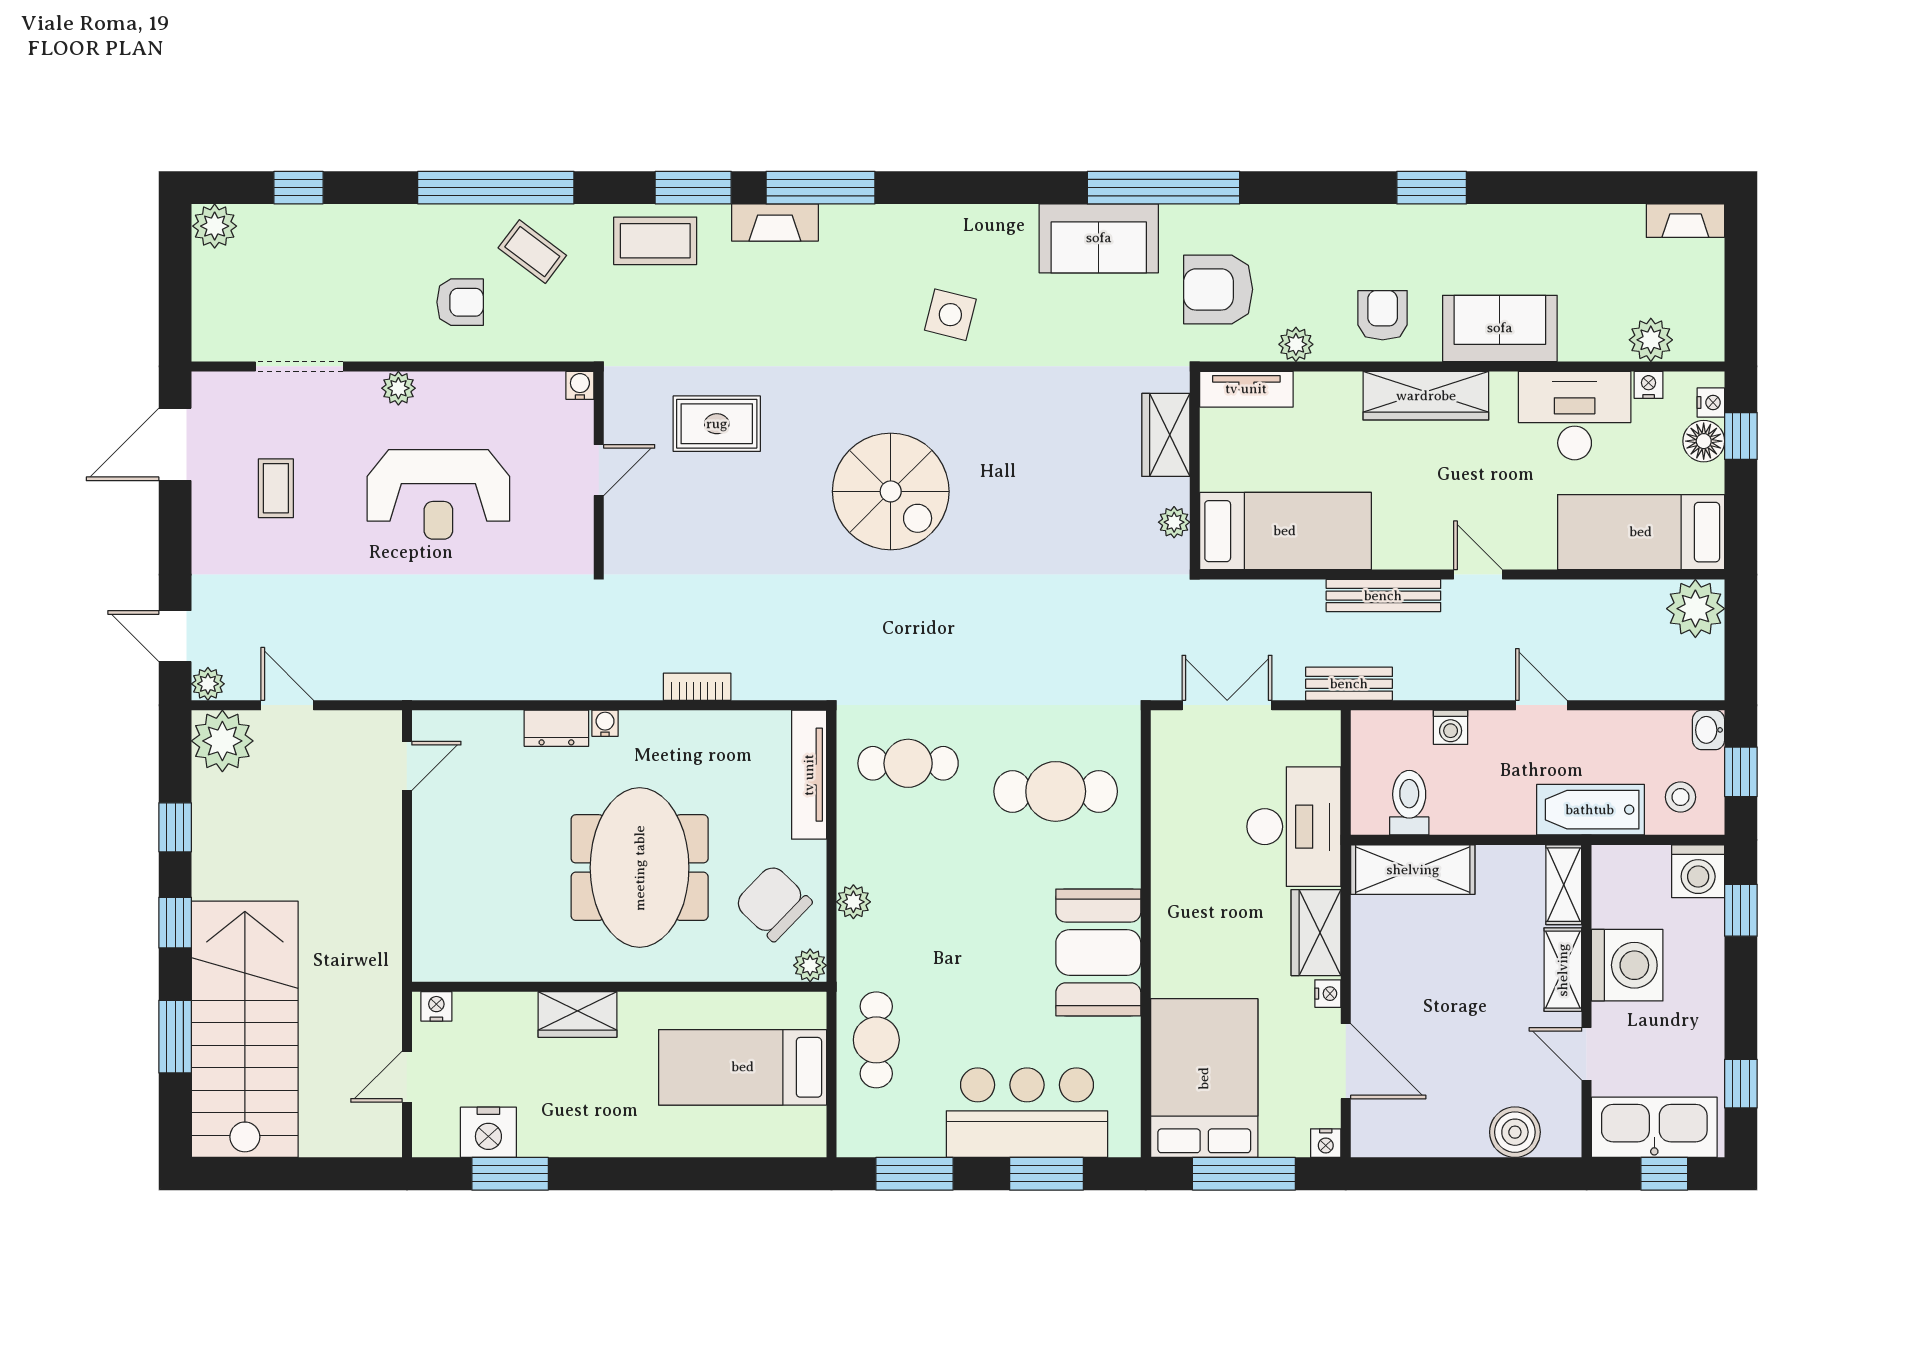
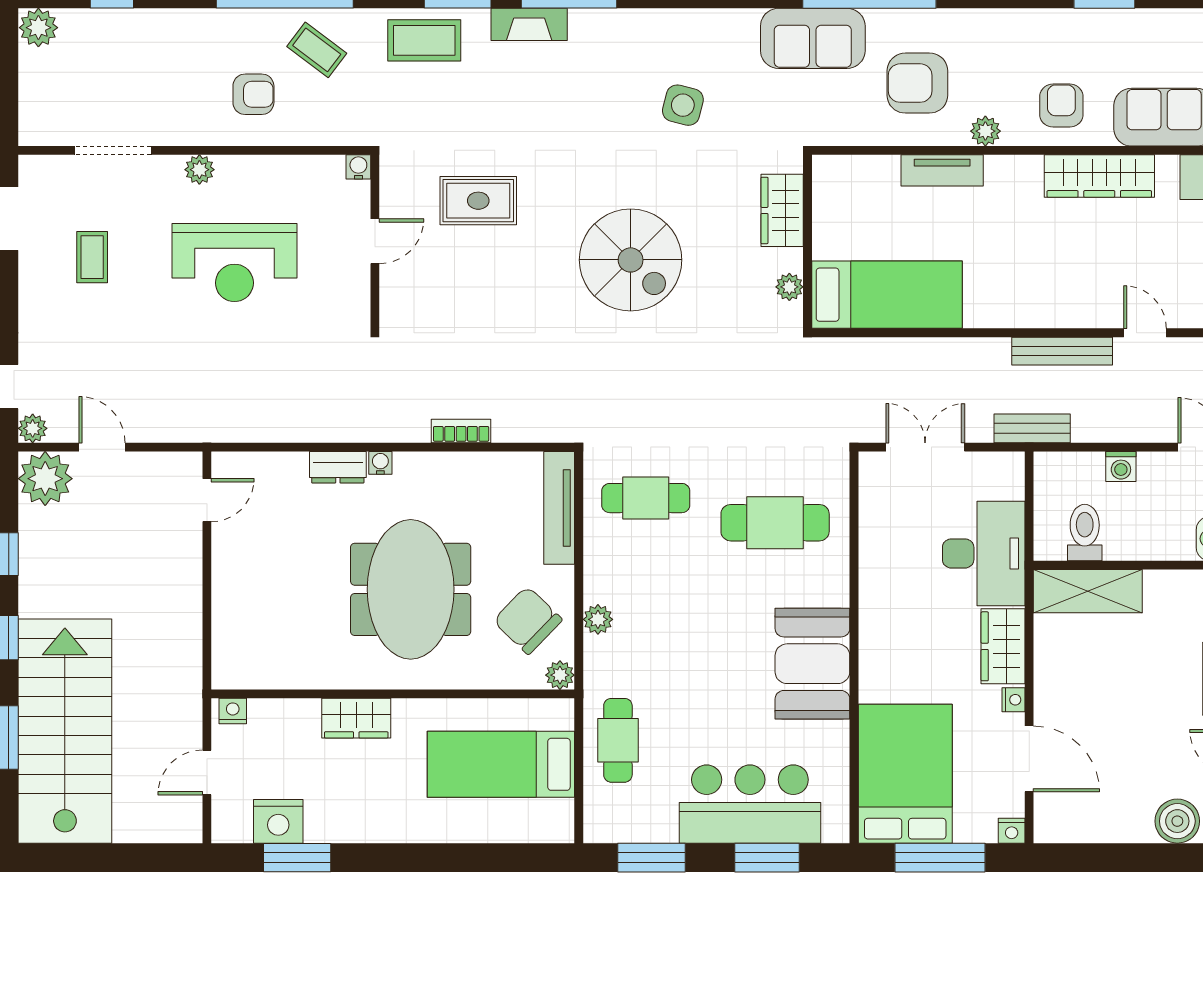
wardrobe: (1166, 435) -> (782, 210), moved
wall: (1195, 470) -> (807, 242), moved
plant: (1174, 522) -> (789, 287), moved
bed: (1285, 531) -> (887, 295), moved

